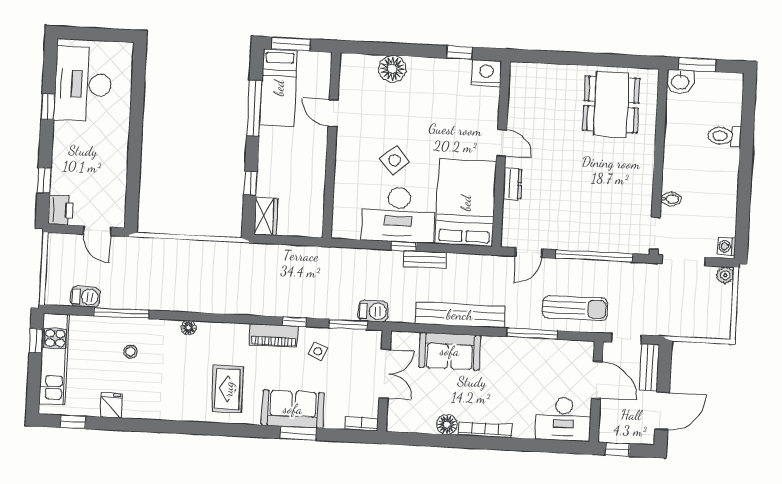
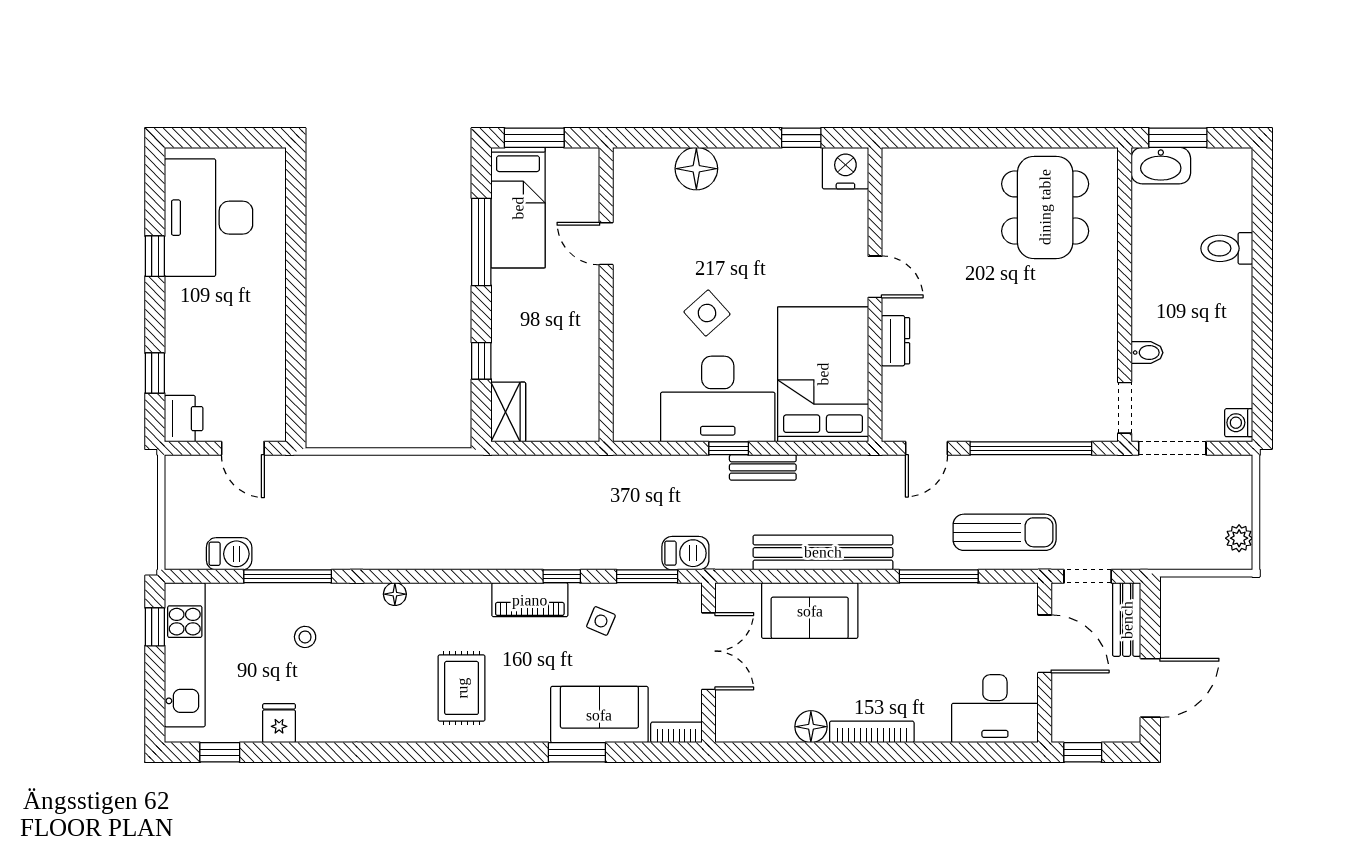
washbasin: (680, 81) -> (1161, 166), width x1.38
plant: (725, 275) -> (1239, 538), moved
sofa: (293, 409) -> (599, 715), moved

